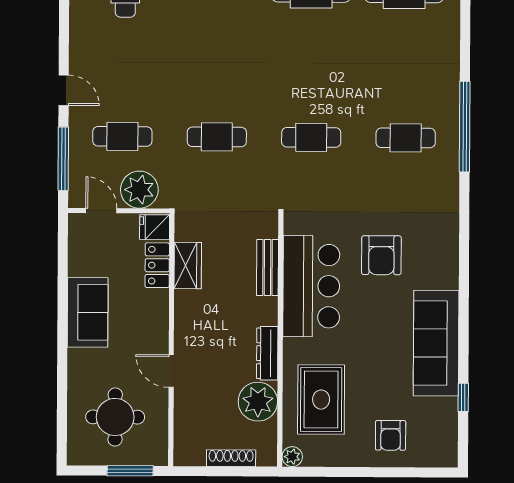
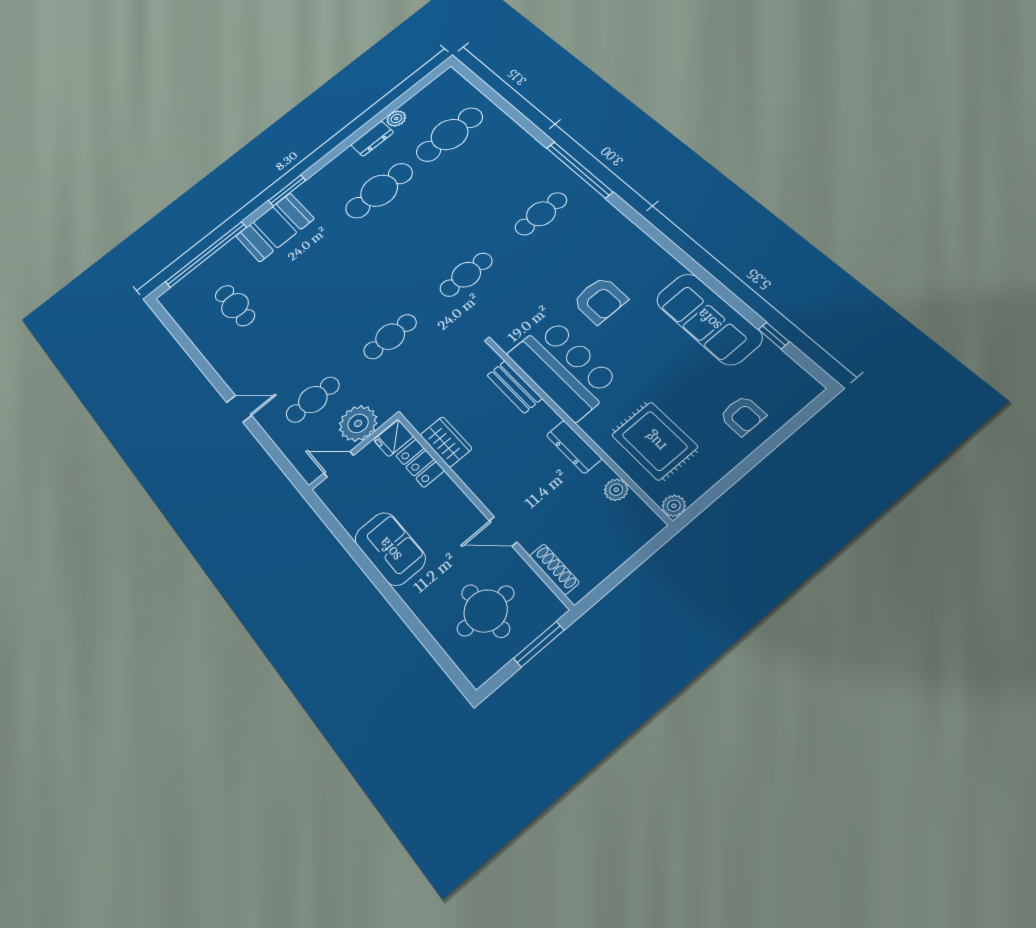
window: (63, 159) -> (276, 455), removed
plant: (258, 402) -> (616, 490), width x0.53, depth x0.53
shoe rack: (231, 458) -> (554, 569), moved, turned 90

